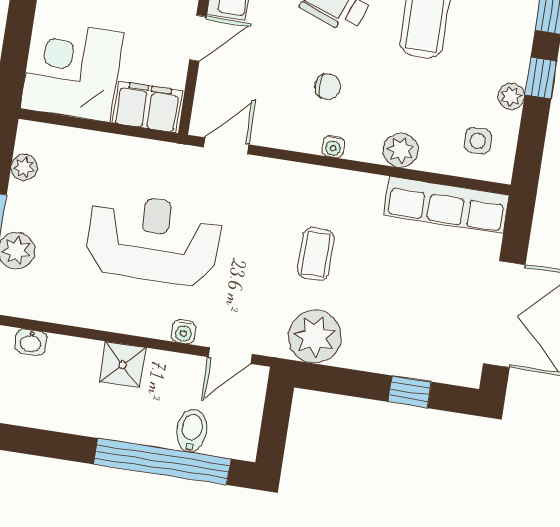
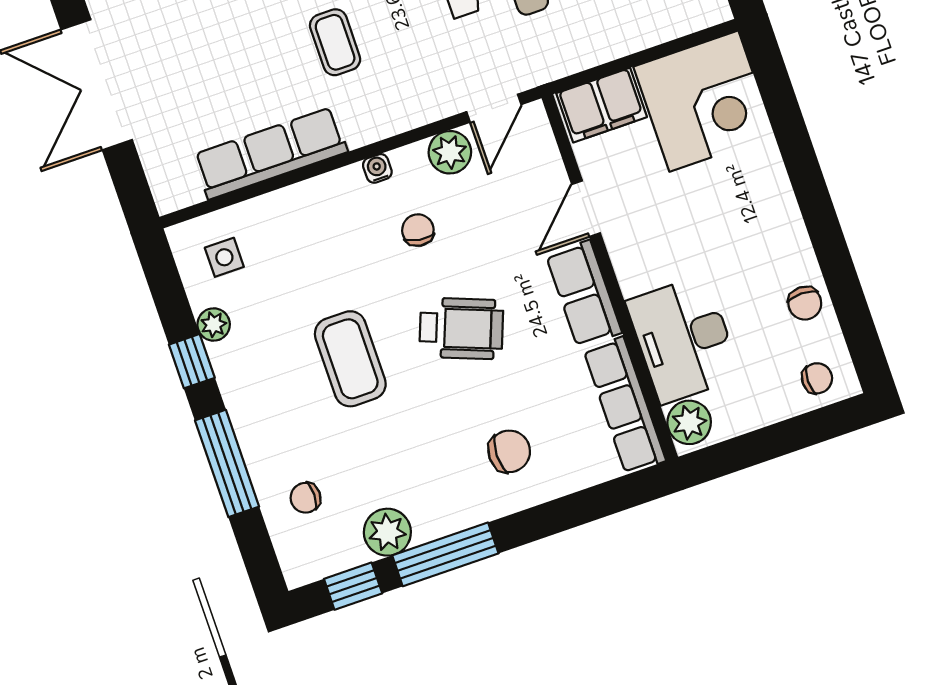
chair: (328, 87) -> (418, 230), turned 98
plant: (401, 150) -> (450, 152), moved
row of seats: (446, 205) -> (270, 153), moved

